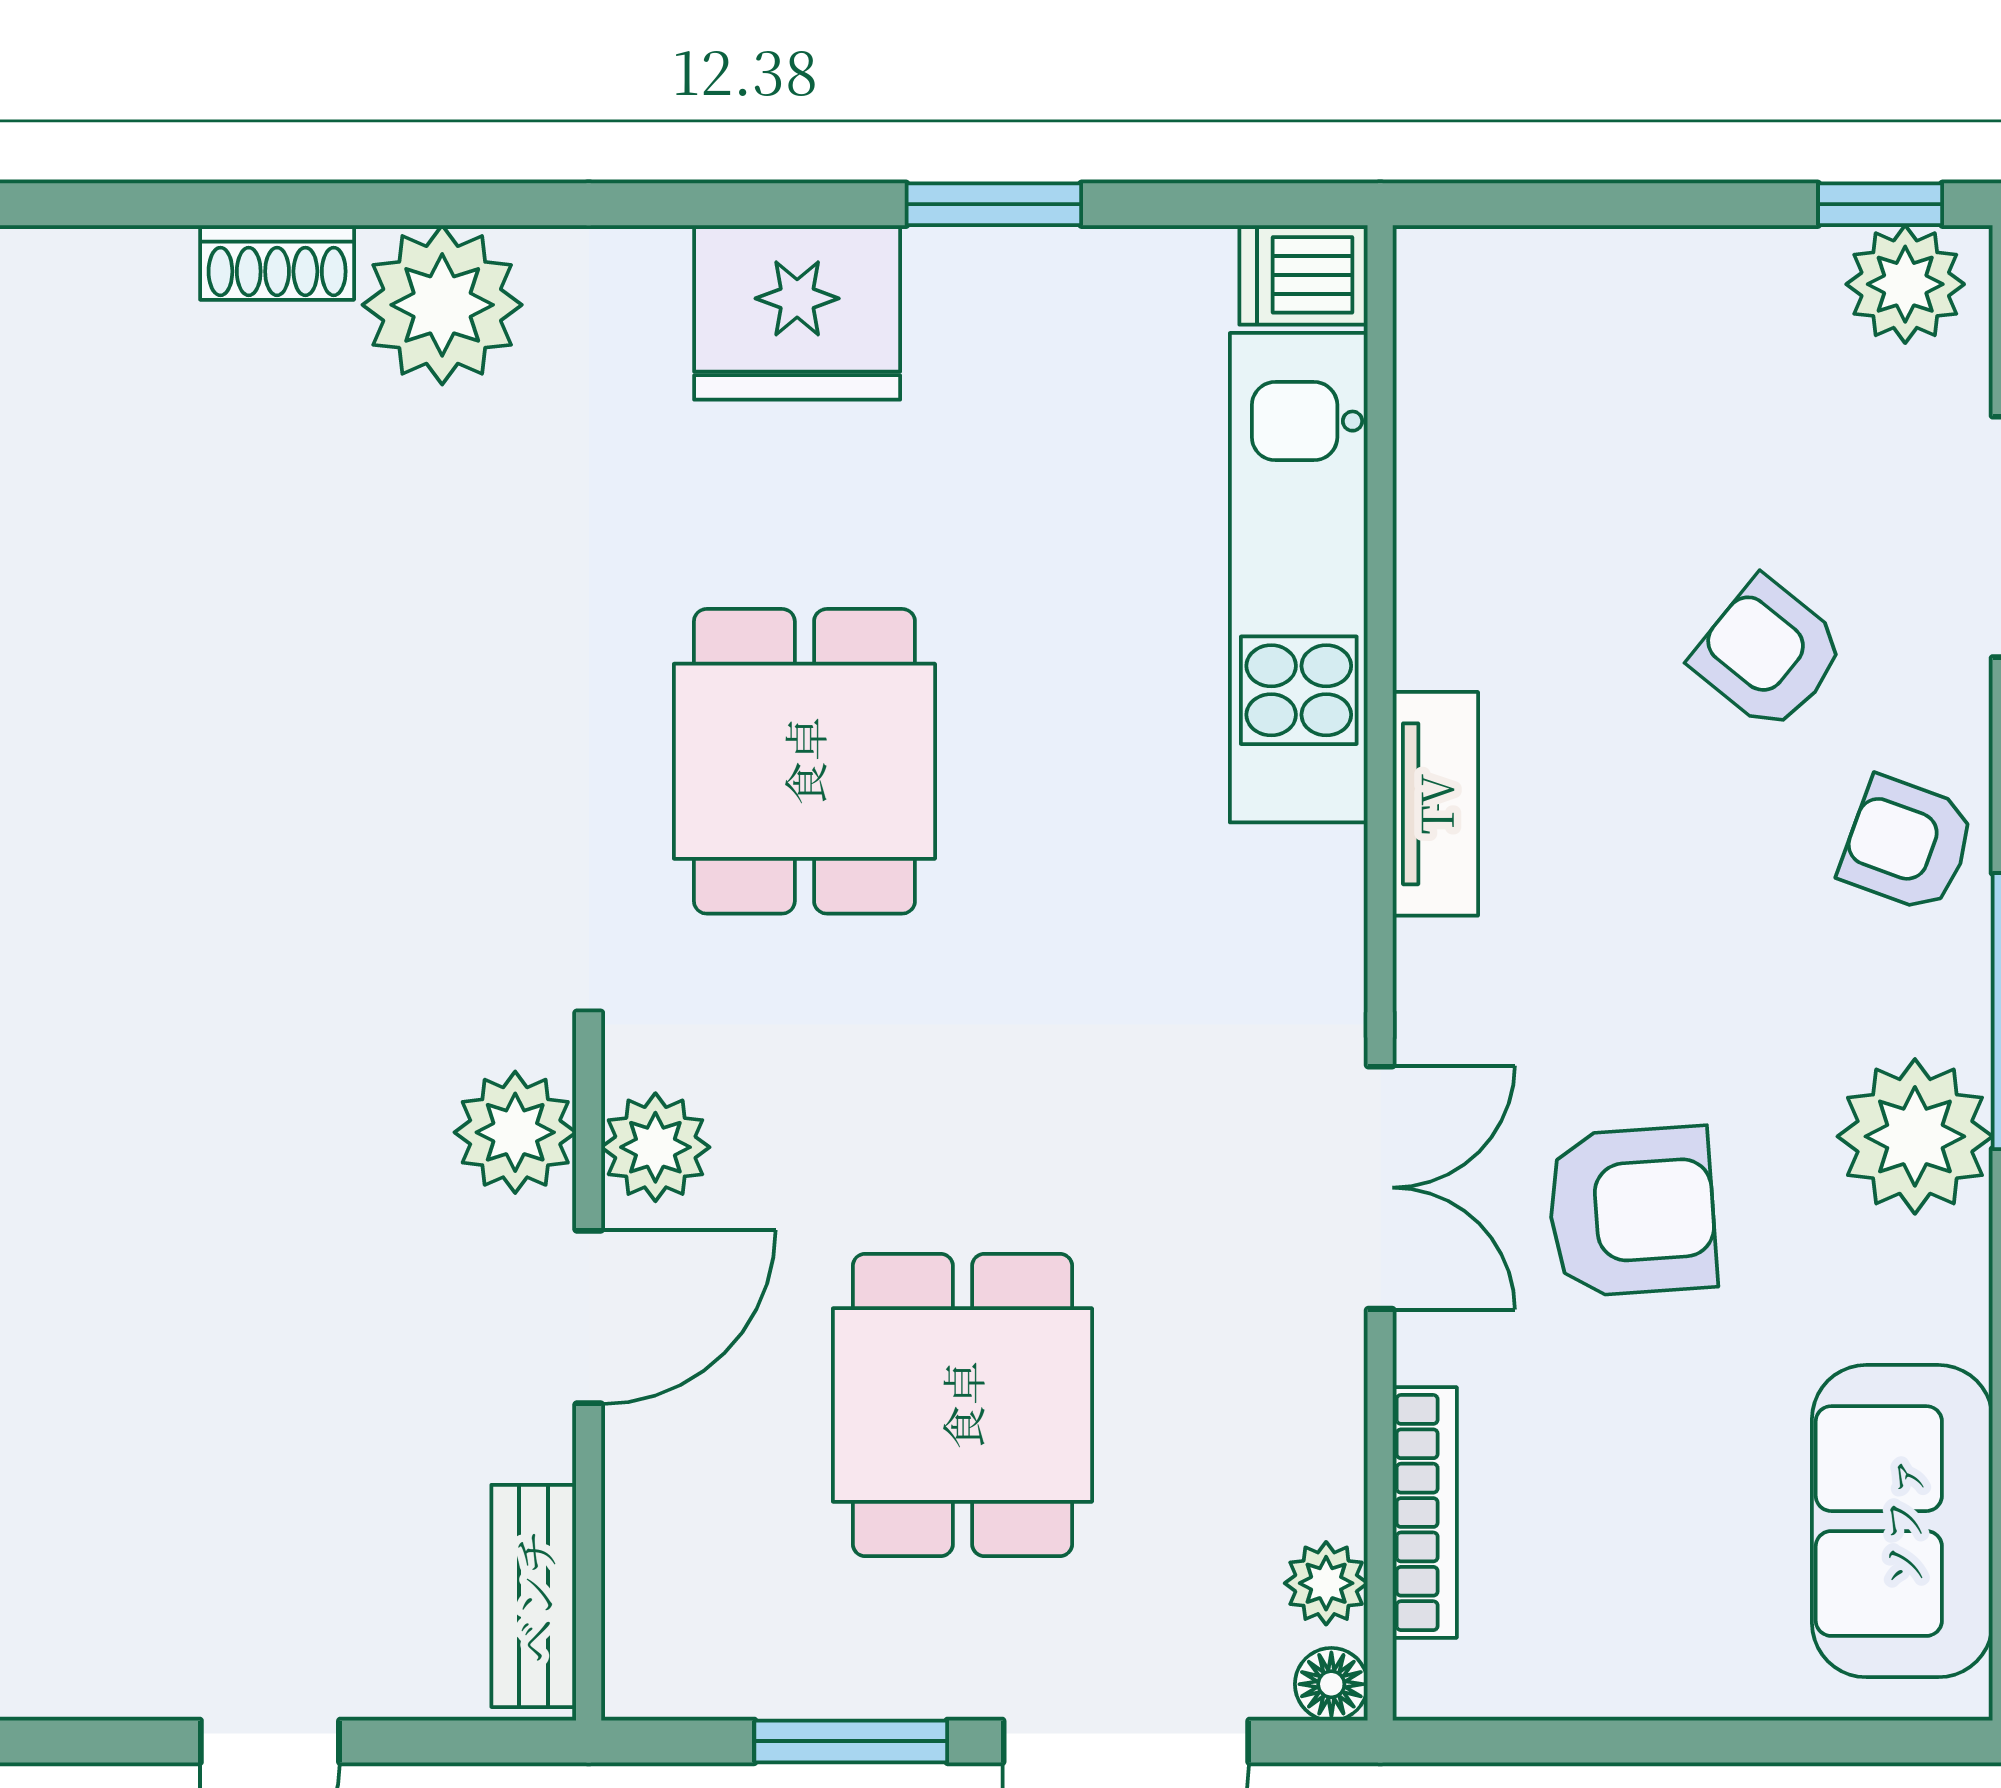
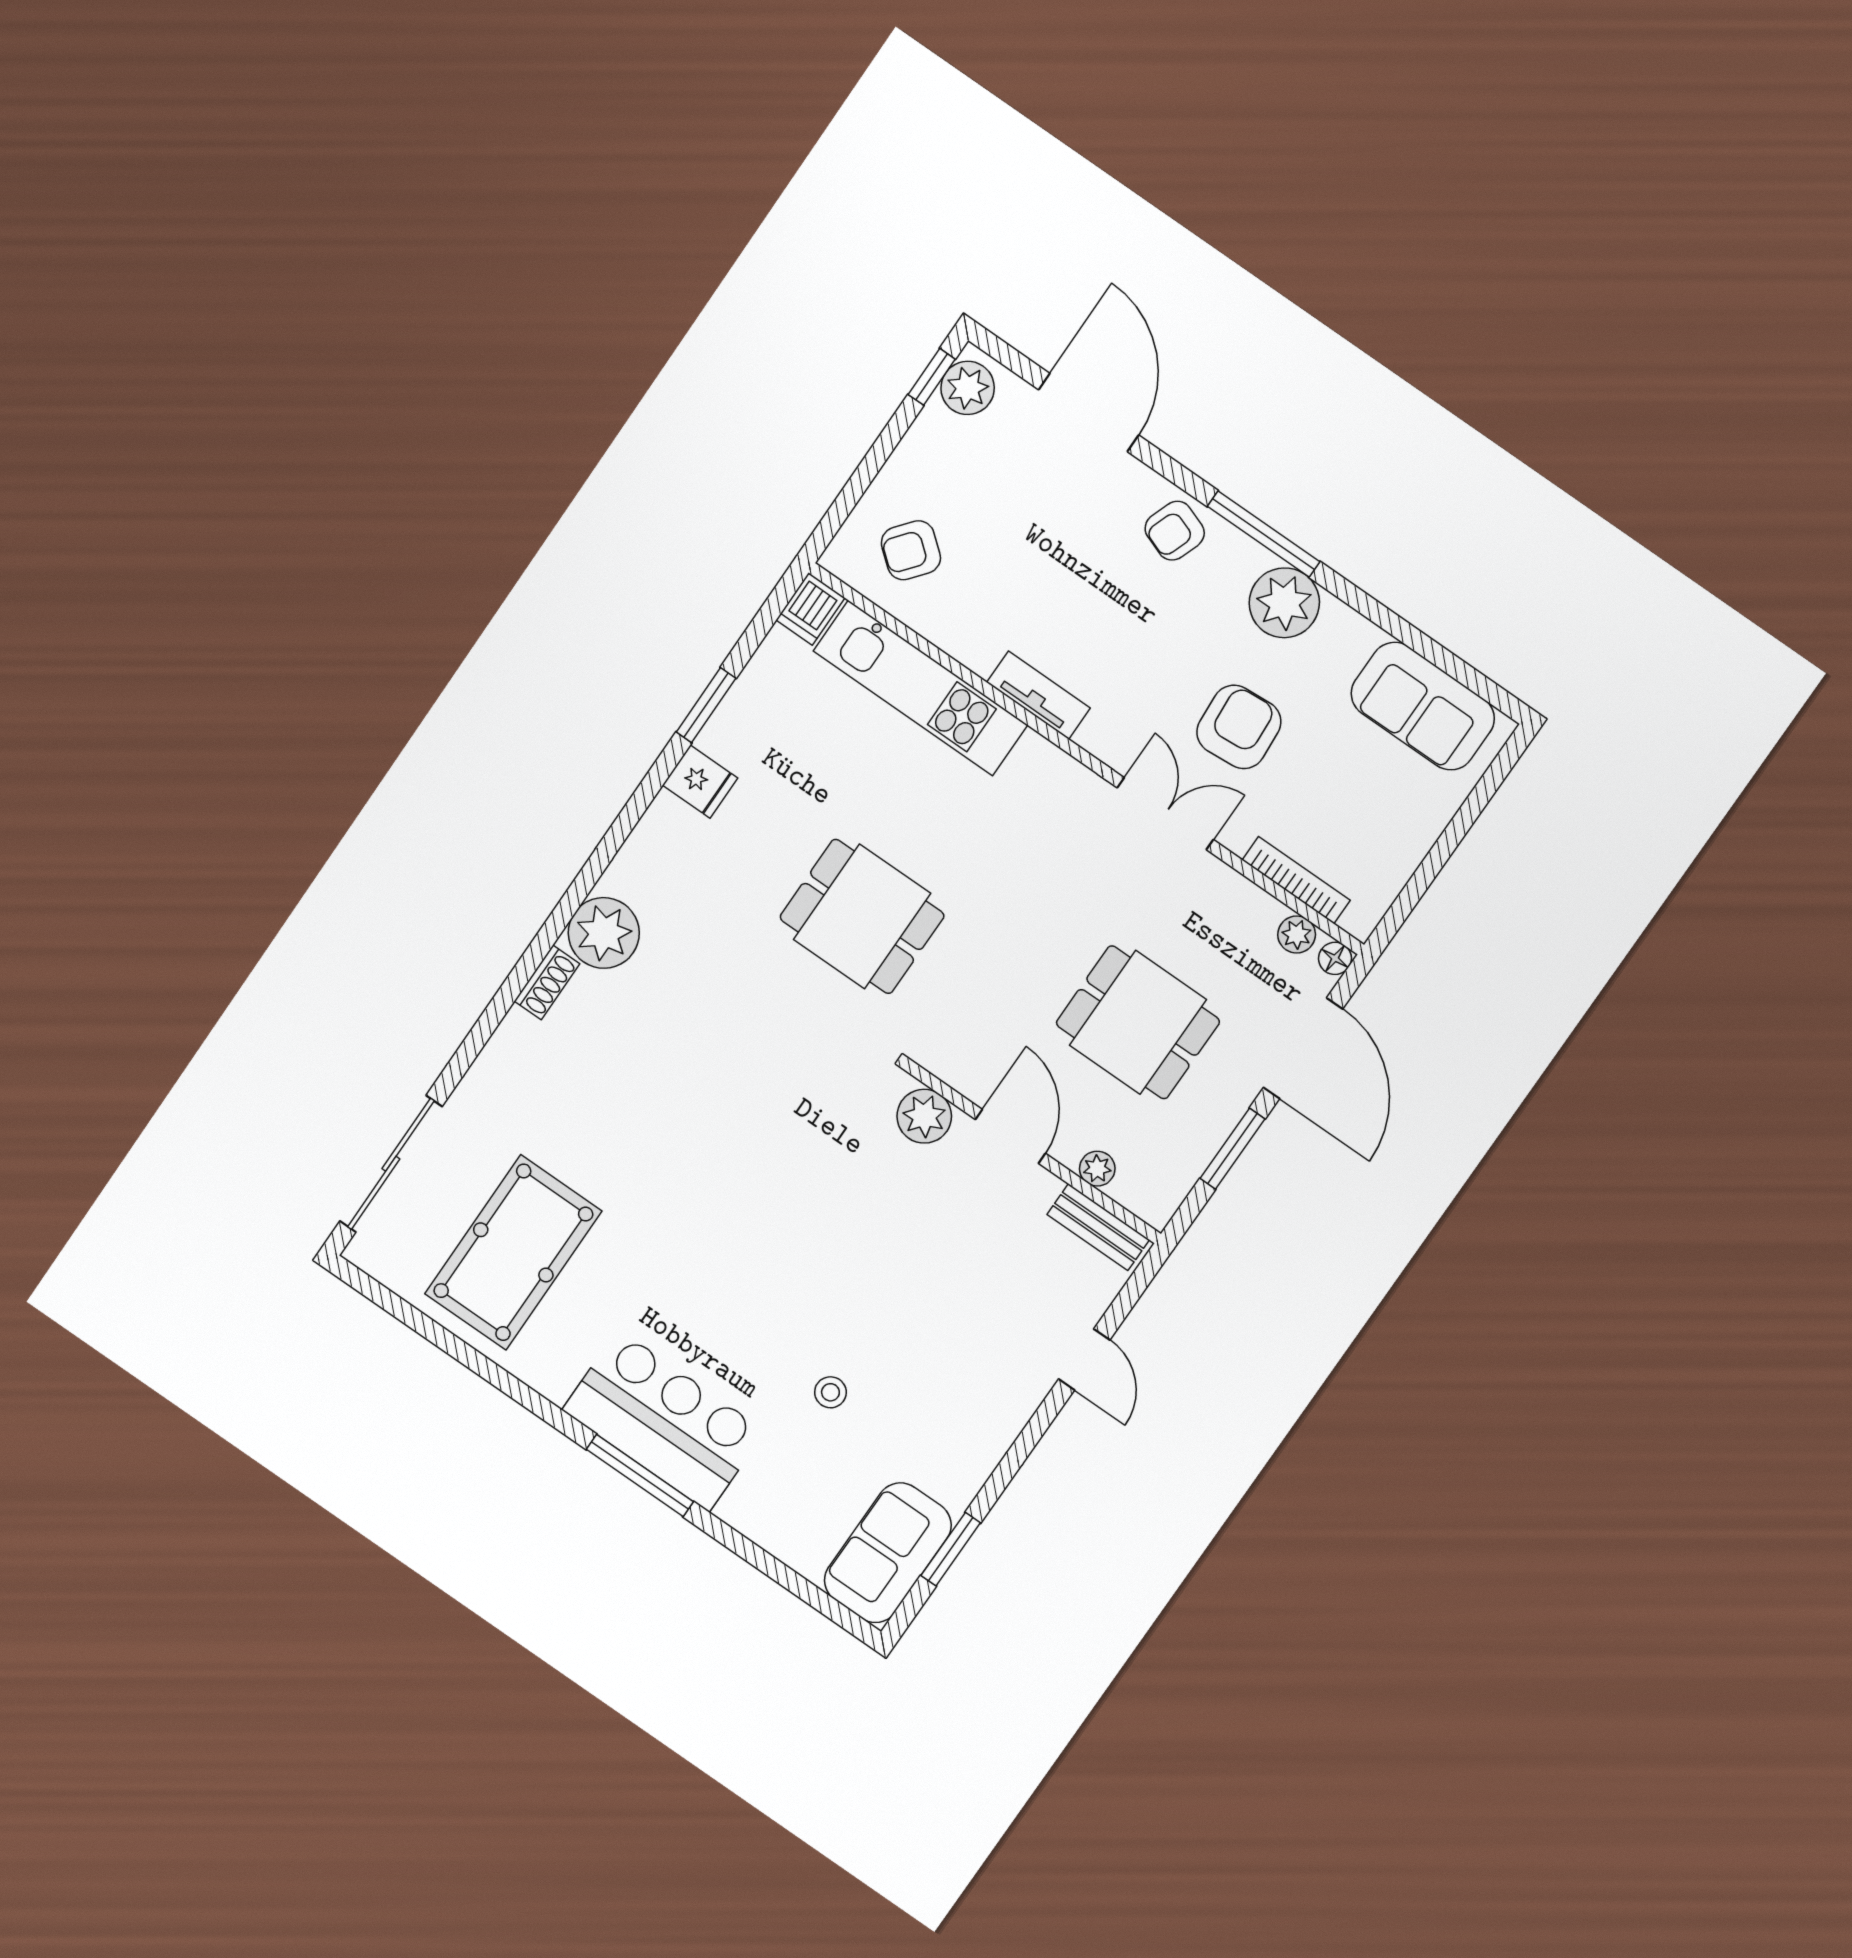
fridge: (797, 312) -> (700, 782), width x0.53, depth x0.75
armchair: (1769, 654) -> (911, 550), moved
plant: (655, 1147) -> (1097, 1169), moved, width x0.73, depth x0.73

